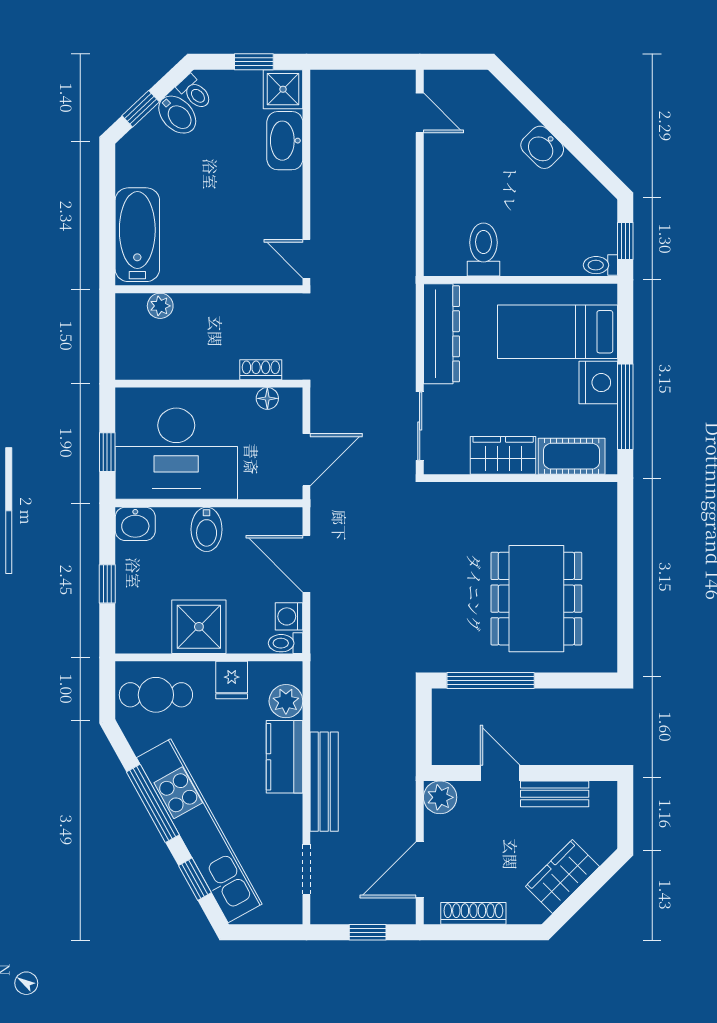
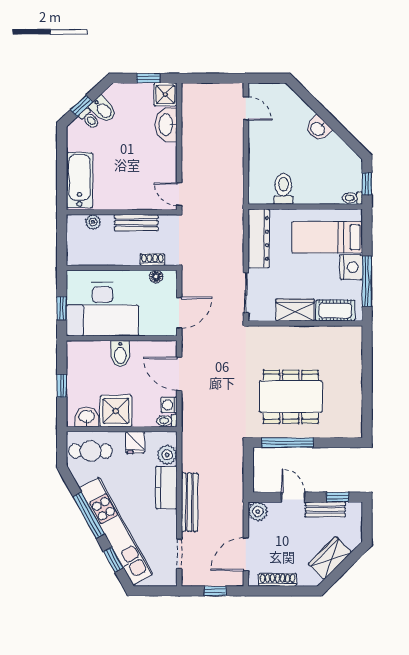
toilet: (195, 92) -> (89, 119), moved
bench: (234, 307) -> (136, 223), added
washbasin: (135, 524) -> (87, 417), moved, turned 180
dining table: (536, 599) -> (291, 397), moved, turned 90
window: (575, 773) -> (338, 497), added

